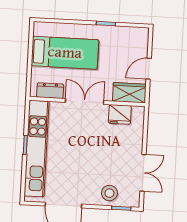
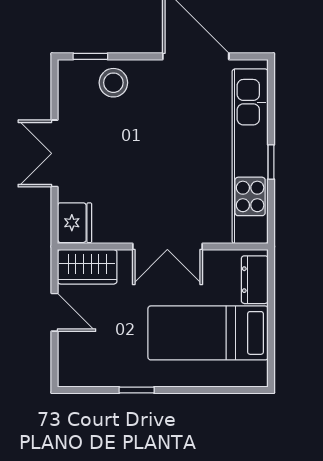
door: (149, 69) -> (54, 312), hinge flipped
dresser: (50, 91) -> (255, 280), moved, turned 90
fridge: (120, 114) -> (75, 223), moved, turned 90
double door: (143, 173) -> (54, 153), moved

